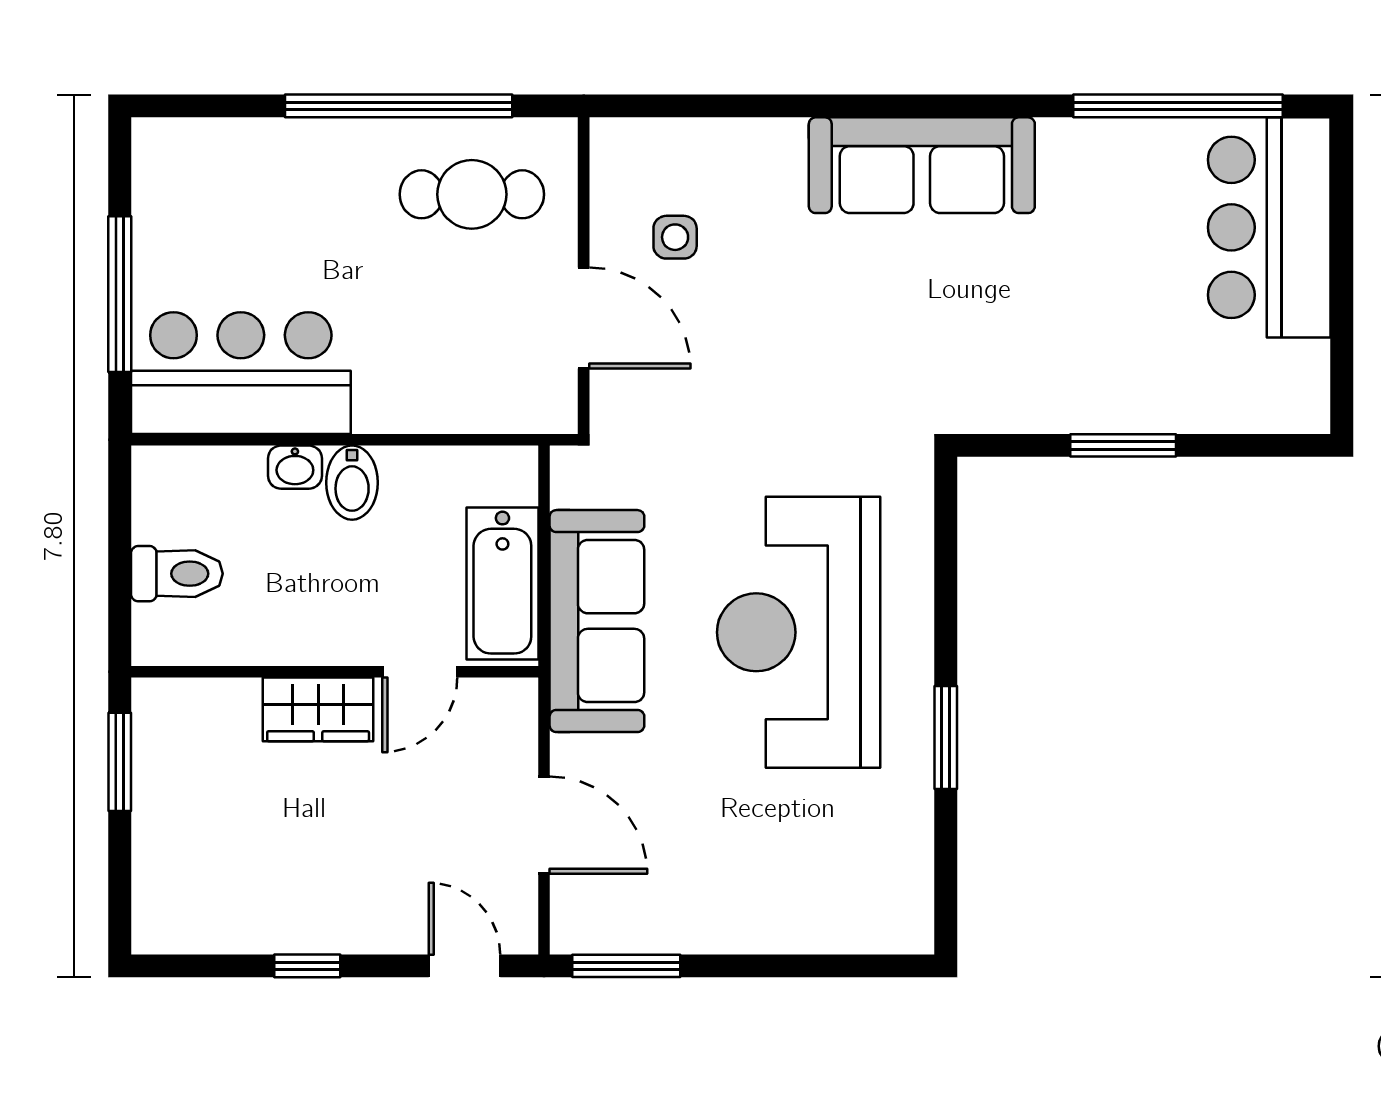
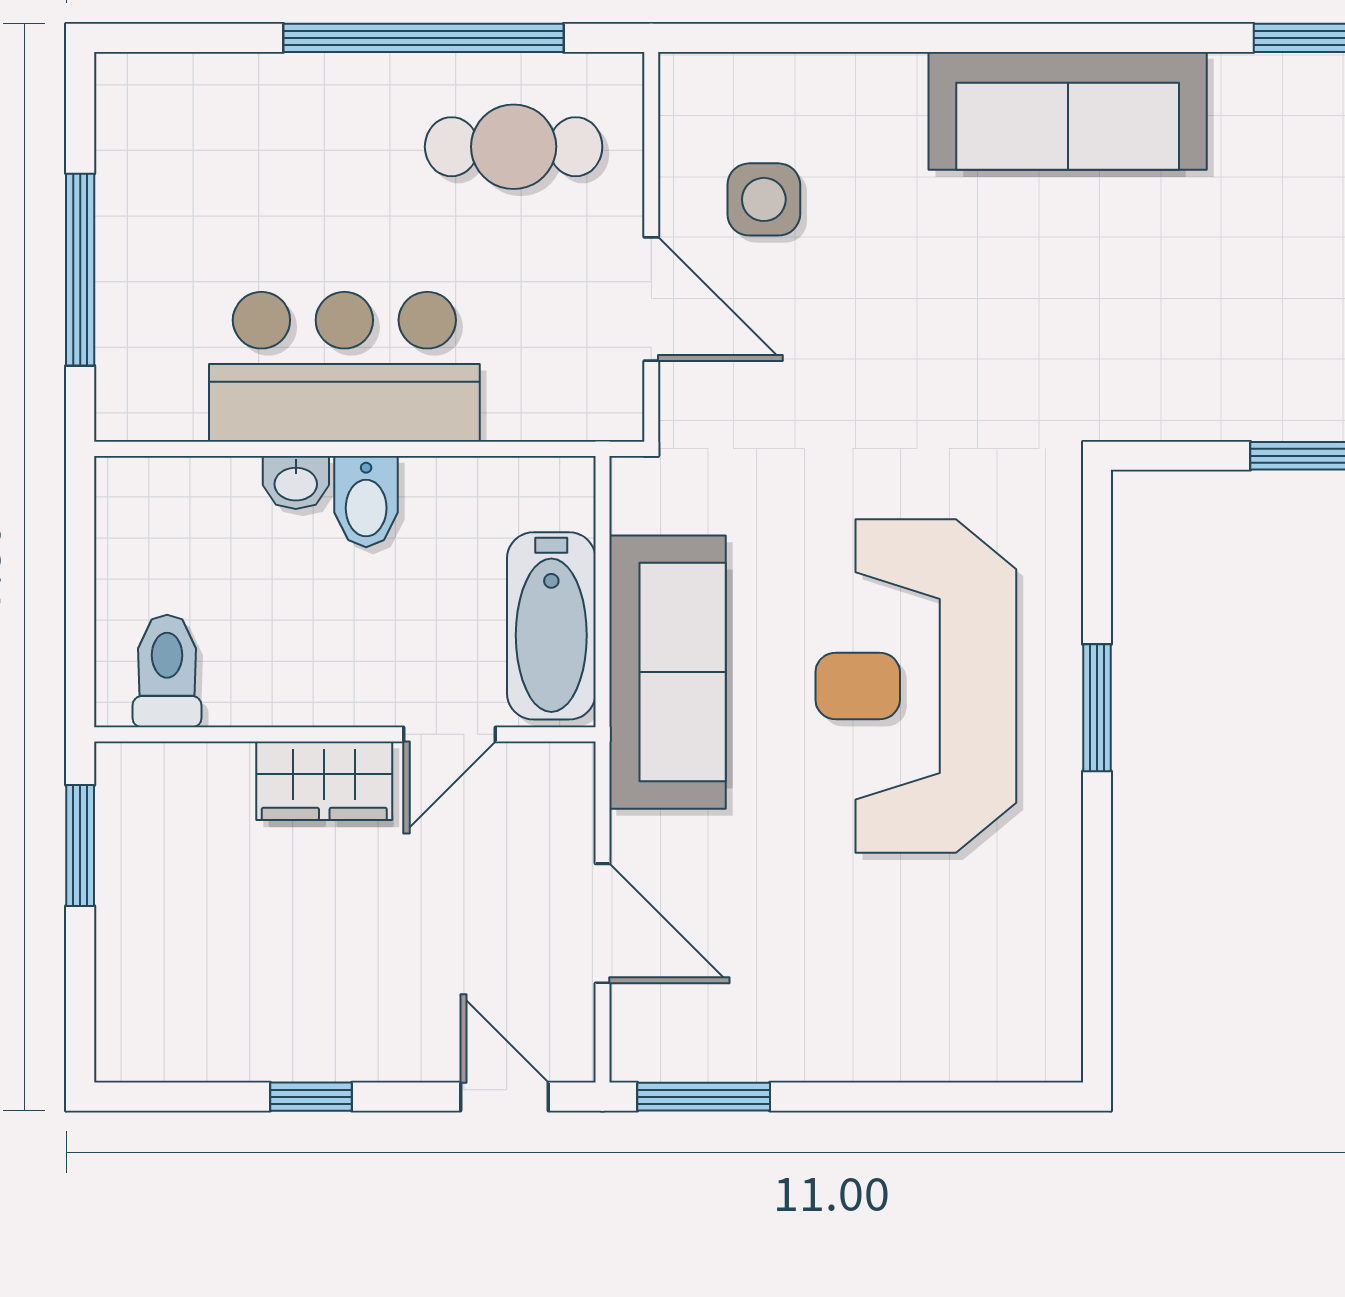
side table: (675, 237) -> (764, 199), width x1.37, depth x1.37
bar counter: (241, 373) -> (344, 367), moved
toilet: (177, 574) -> (167, 671), moved, turned -90
window: (946, 737) -> (1097, 708), moved

